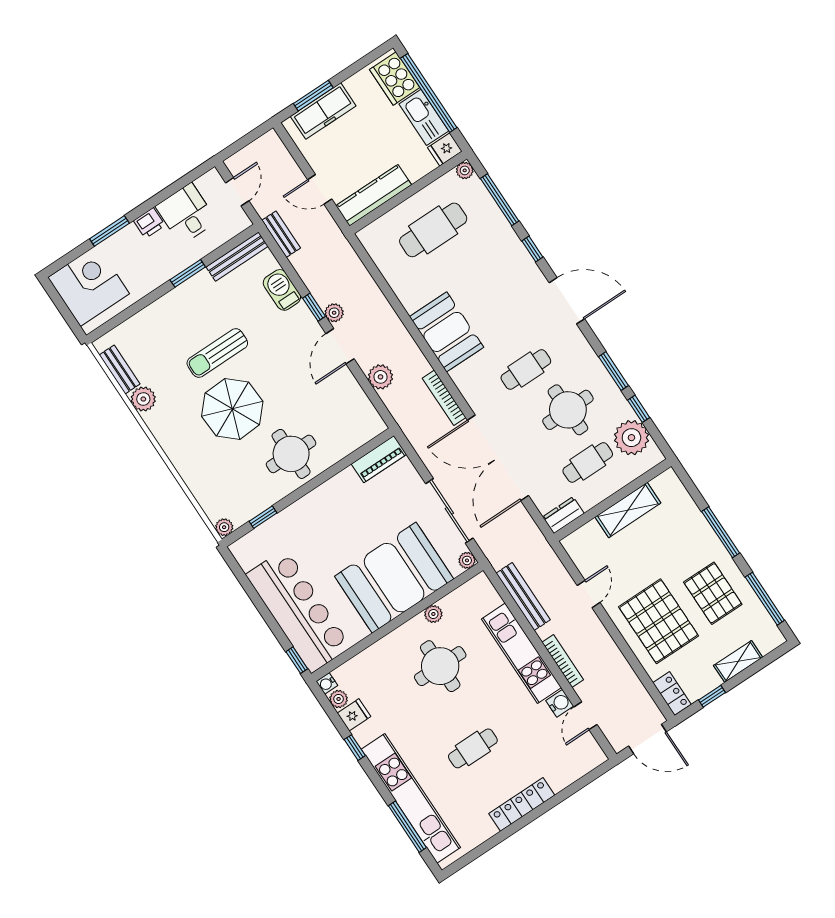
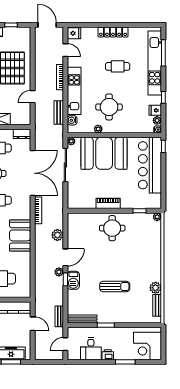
barbecue: (282, 290) -> (73, 280), moved
parasol: (232, 409) -> (123, 261), removed
piano: (379, 459) -> (108, 203), moved
bench: (523, 596) -> (59, 113), width x0.73
locker: (672, 694) -> (26, 36), removed
water cooler: (560, 703) -> (72, 120), moved
door: (585, 716) -> (65, 50), hinge flipped
fridge: (590, 756) -> (74, 33), added

